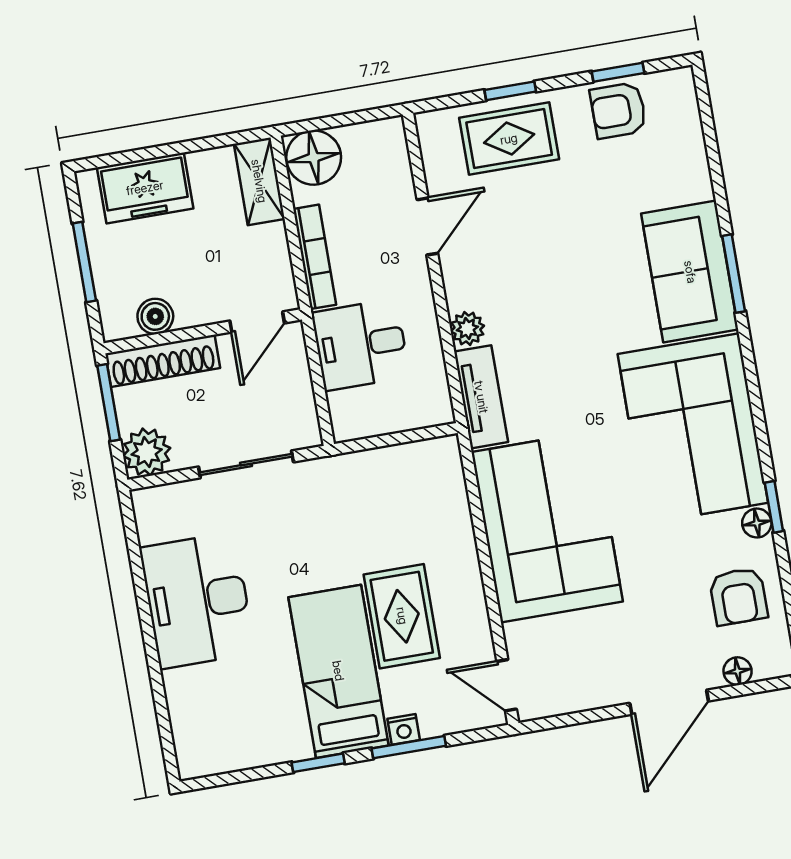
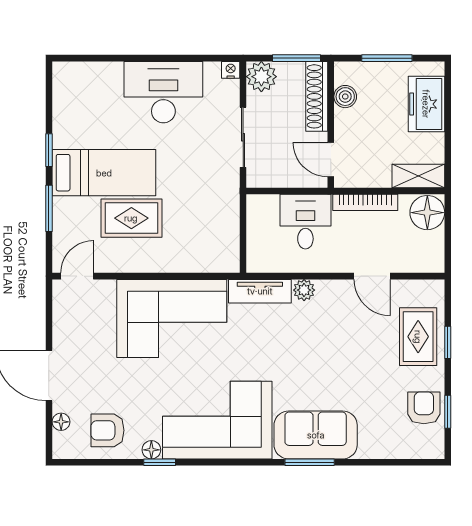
nightstand: (404, 729) -> (231, 70), moved, turned 90

